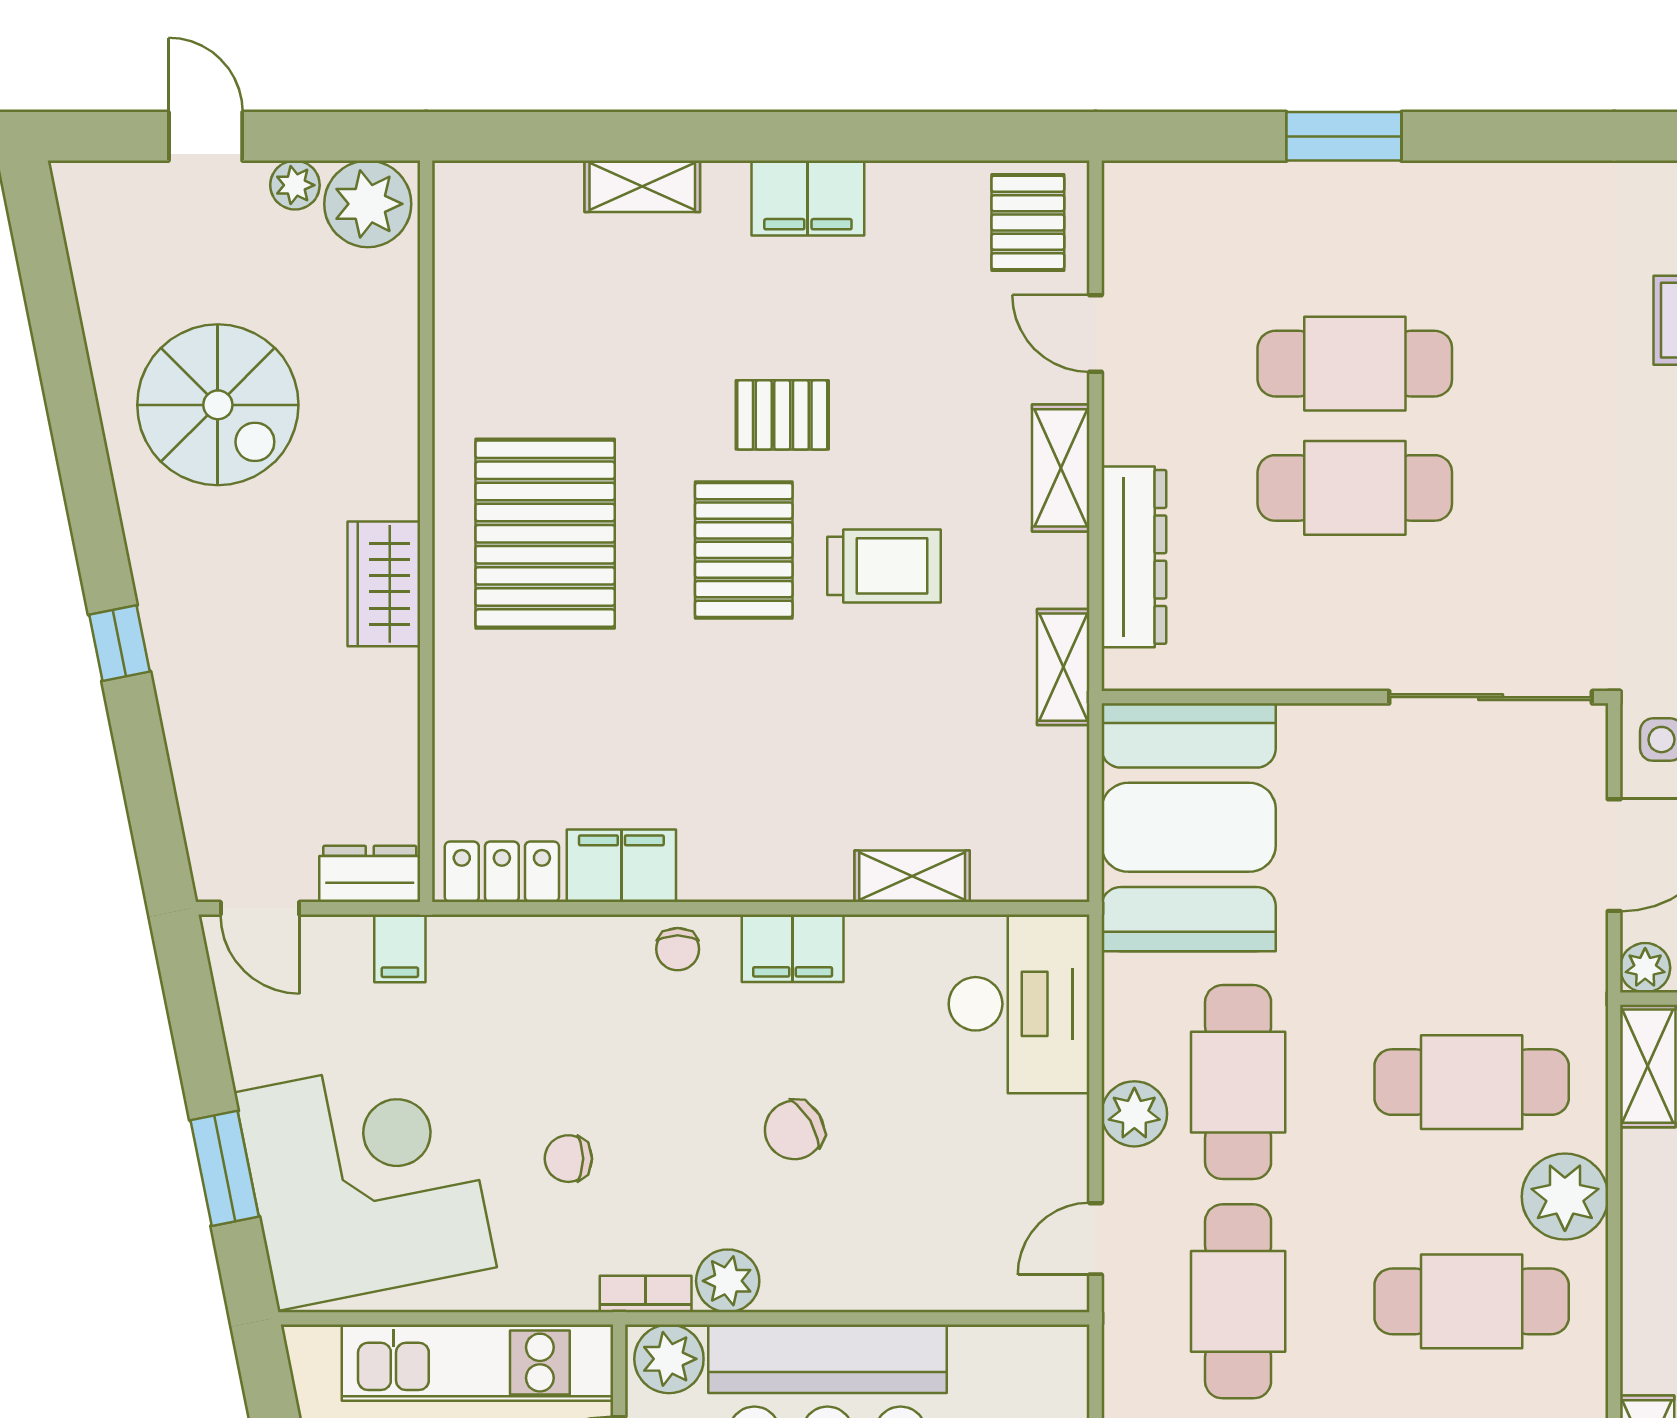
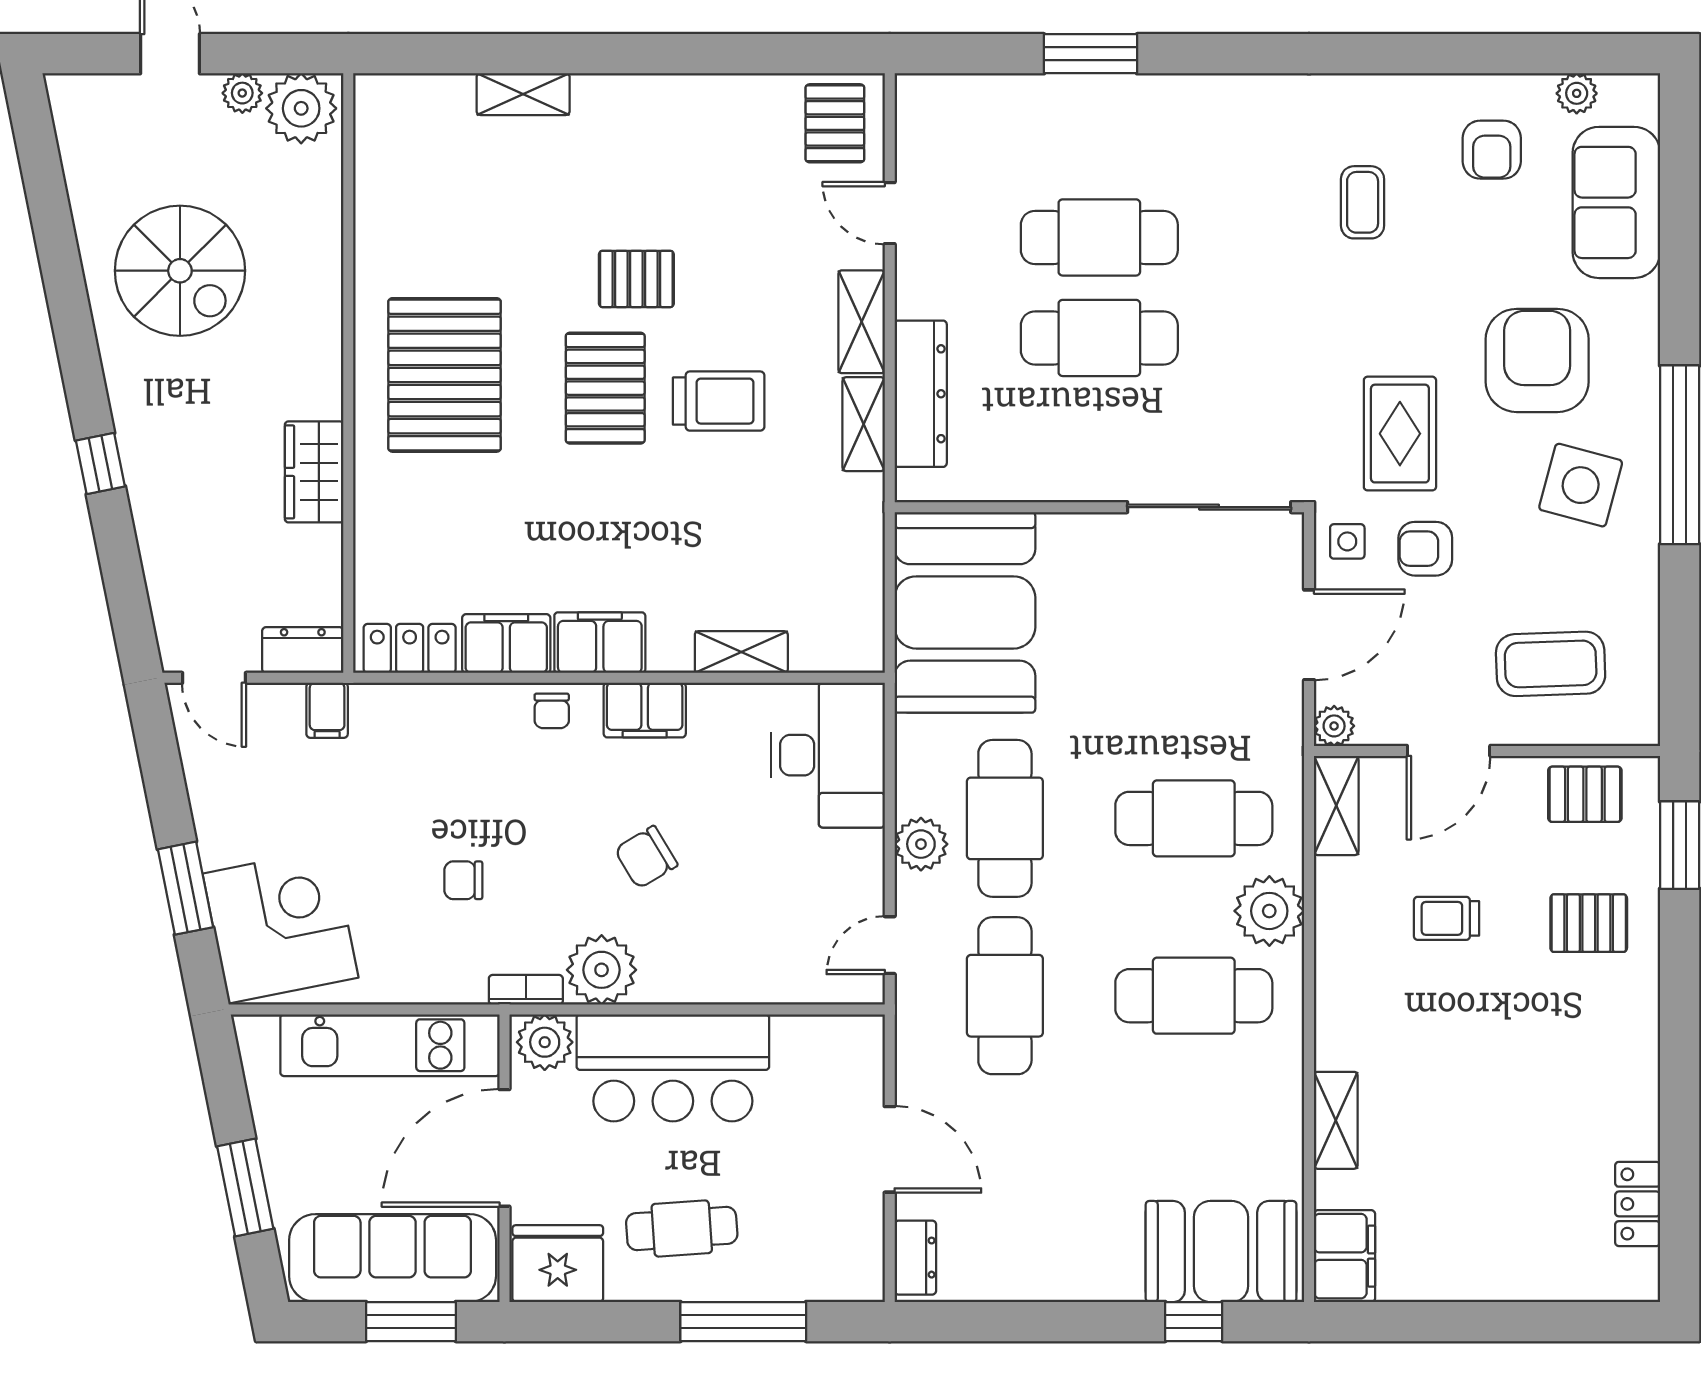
filing cabinet: (808, 198) -> (600, 643), moved, turned 180
wardrobe: (384, 584) -> (314, 472), moved
shelving: (1063, 667) -> (864, 424), moved
corner desk: (365, 1180) -> (280, 926), width x0.74, depth x0.74
plant: (728, 1281) -> (602, 970), width x1.36, depth x1.36

